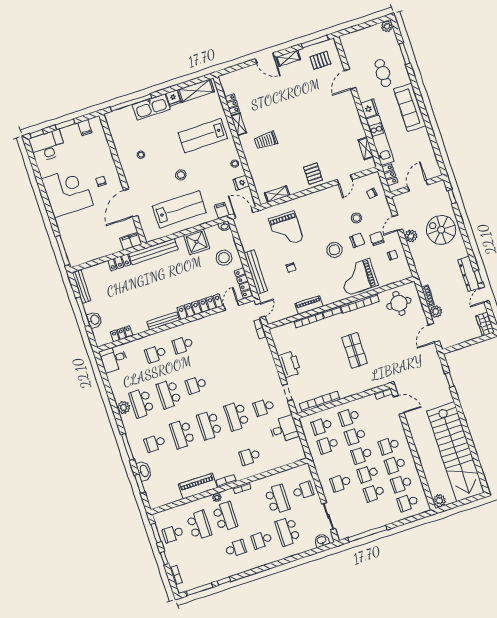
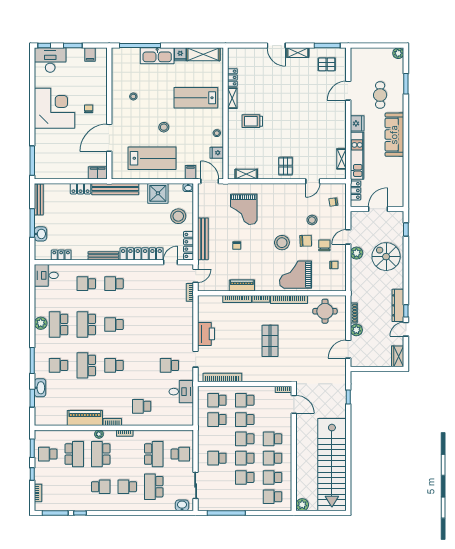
school desk: (237, 416) -> (142, 365), removed
school desk: (209, 425) -> (114, 365), width x0.54
school desk: (225, 516) -> (101, 454), turned 180

